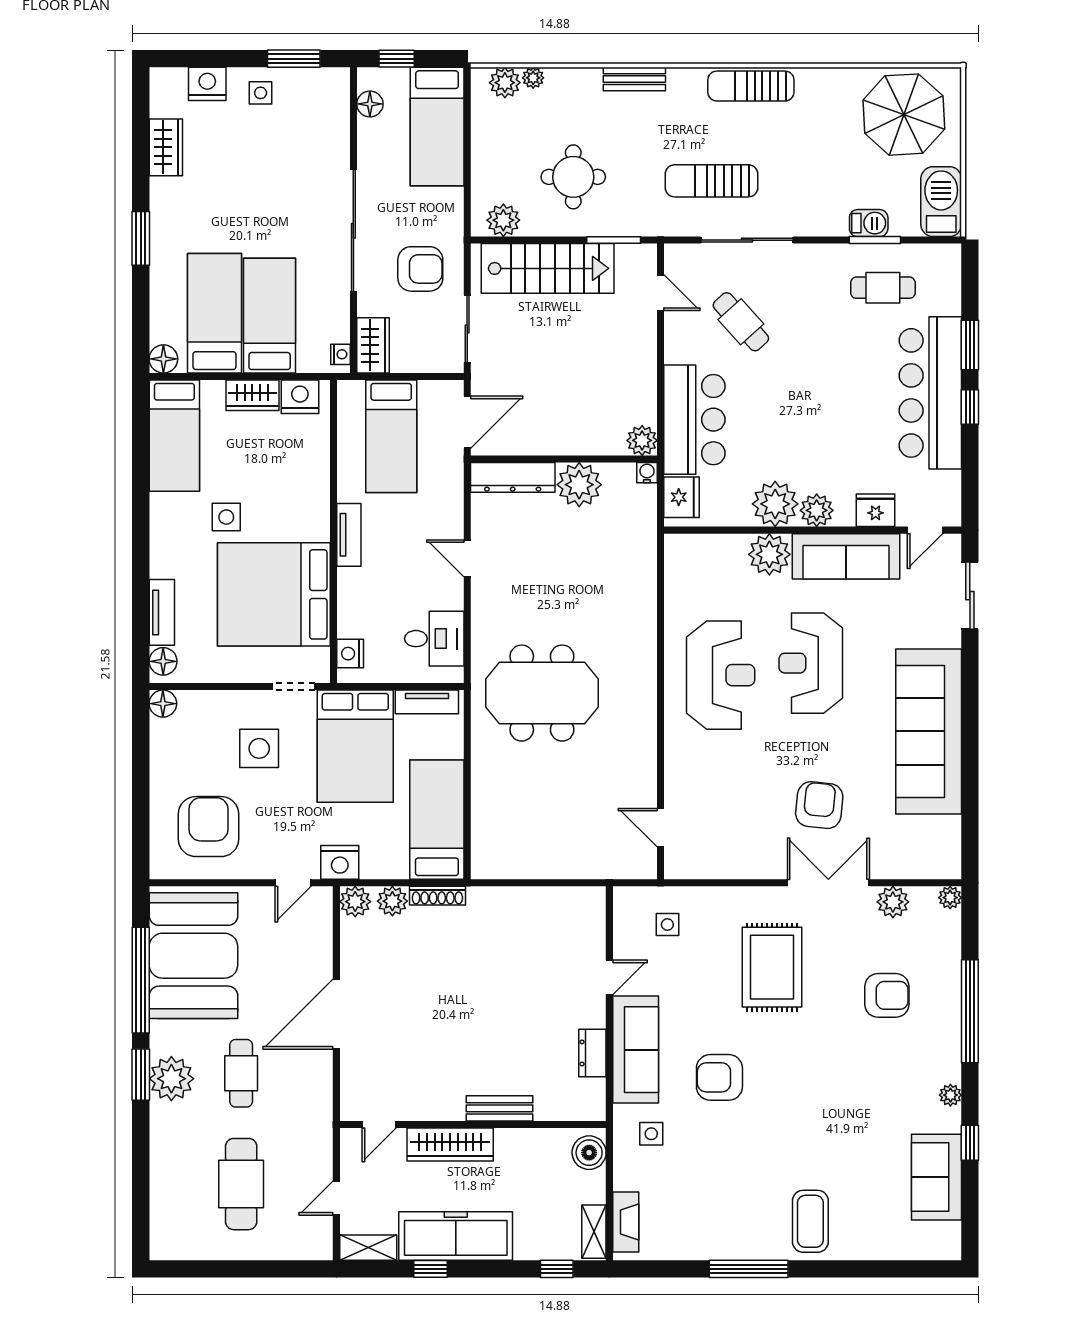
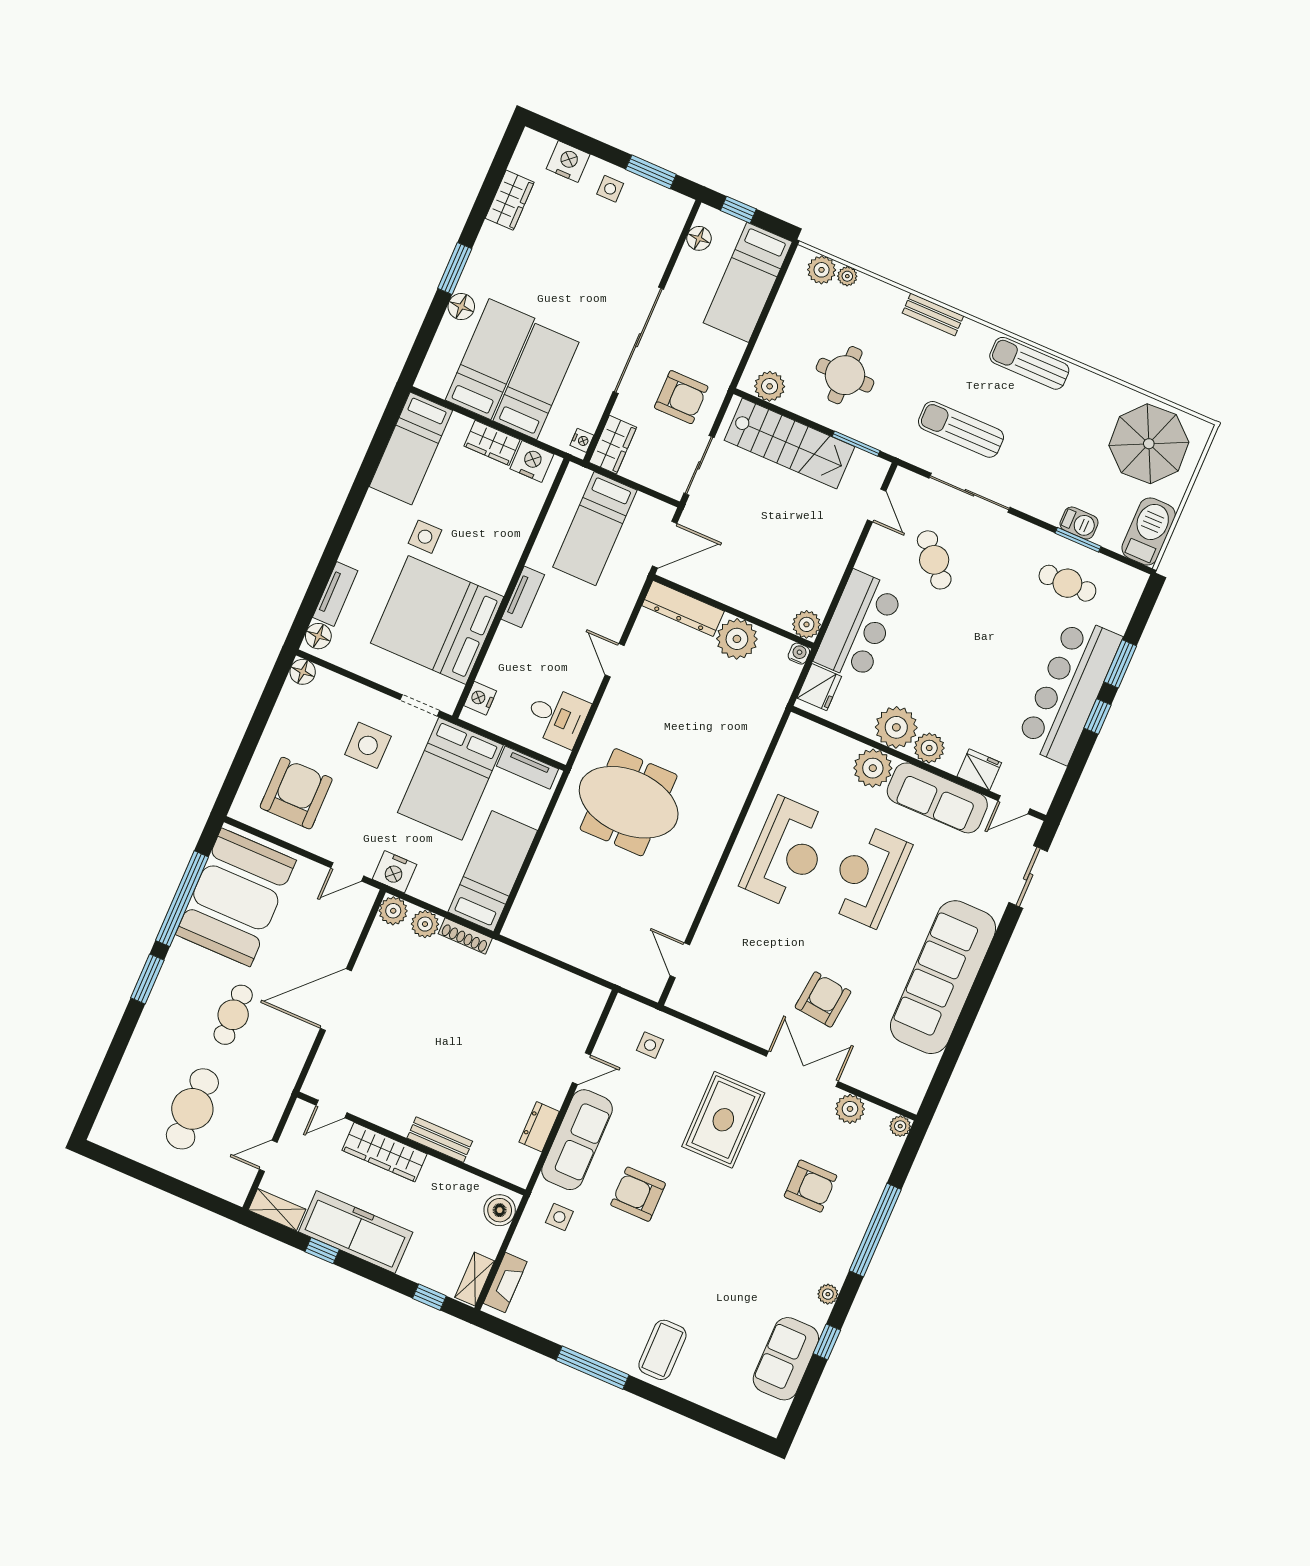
floor lamp: (163, 359) -> (461, 307), moved
plant: (171, 1079) -> (172, 994), removed

